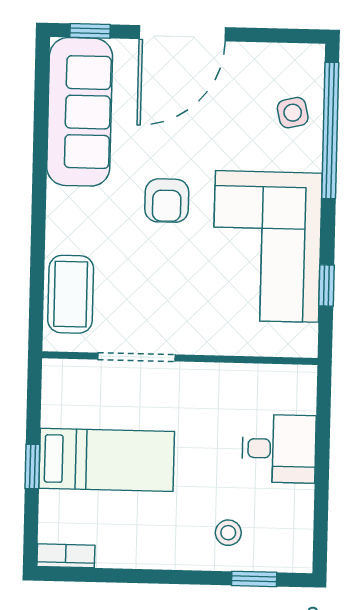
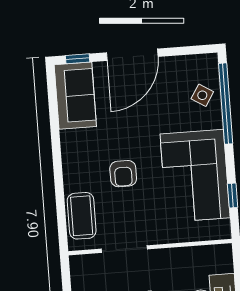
sofa: (80, 112) -> (75, 96), width x0.73
side table: (293, 113) -> (202, 95), turned 45
armchair: (167, 201) -> (123, 174), moved

